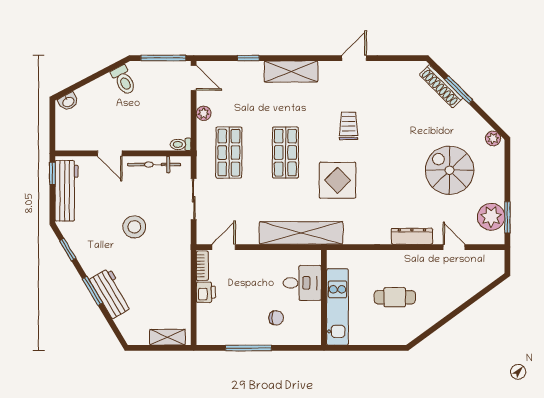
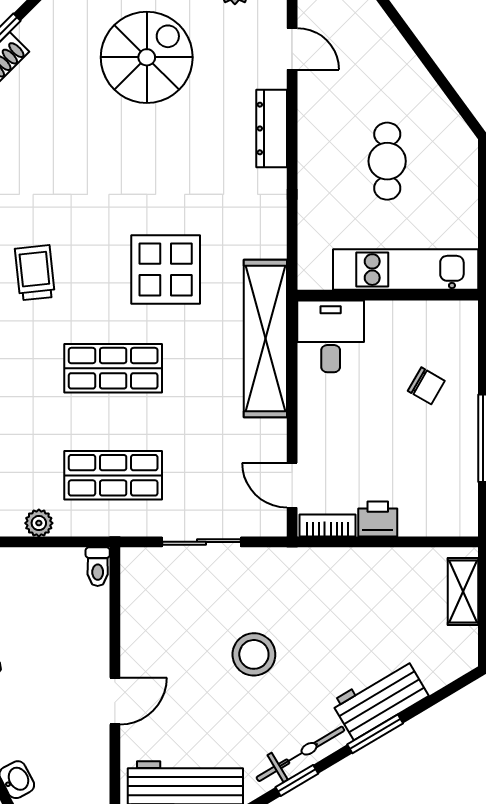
trolley: (348, 126) -> (35, 273), moved, turned 84
bicycle: (154, 165) -> (300, 754), moved, turned -121
spiral stairs: (450, 170) -> (147, 57), turned 180
door: (454, 247) -> (292, 49), swing flipped
desk: (302, 283) -> (331, 336), moved
chair: (276, 318) -> (426, 386), turned 120

